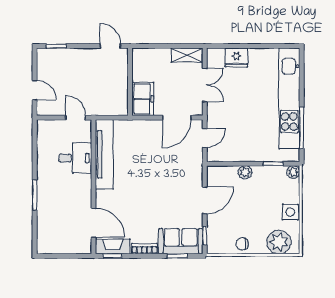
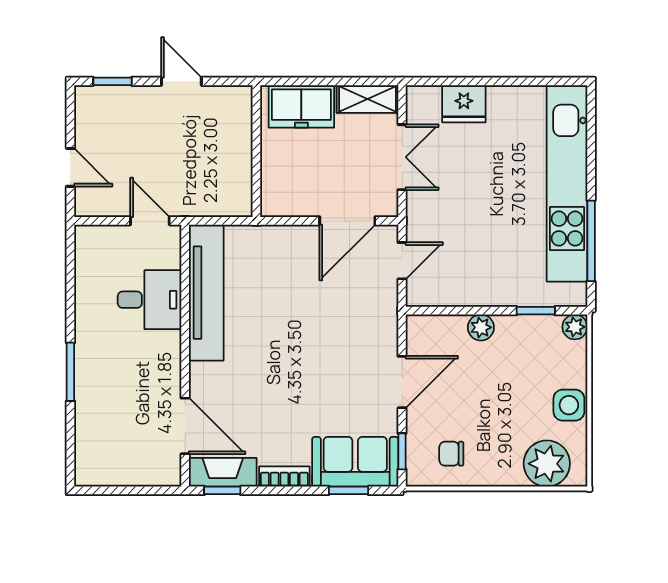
door: (110, 46) -> (181, 81), moved
freezer: (143, 99) -> (301, 106), moved, turned 90
chair: (242, 244) -> (451, 454), moved

